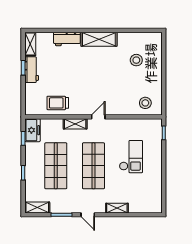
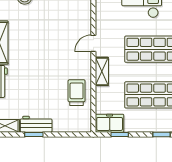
trolley: (58, 103) -> (77, 93), turned 180
door: (98, 117) -> (93, 43), hinge flipped

